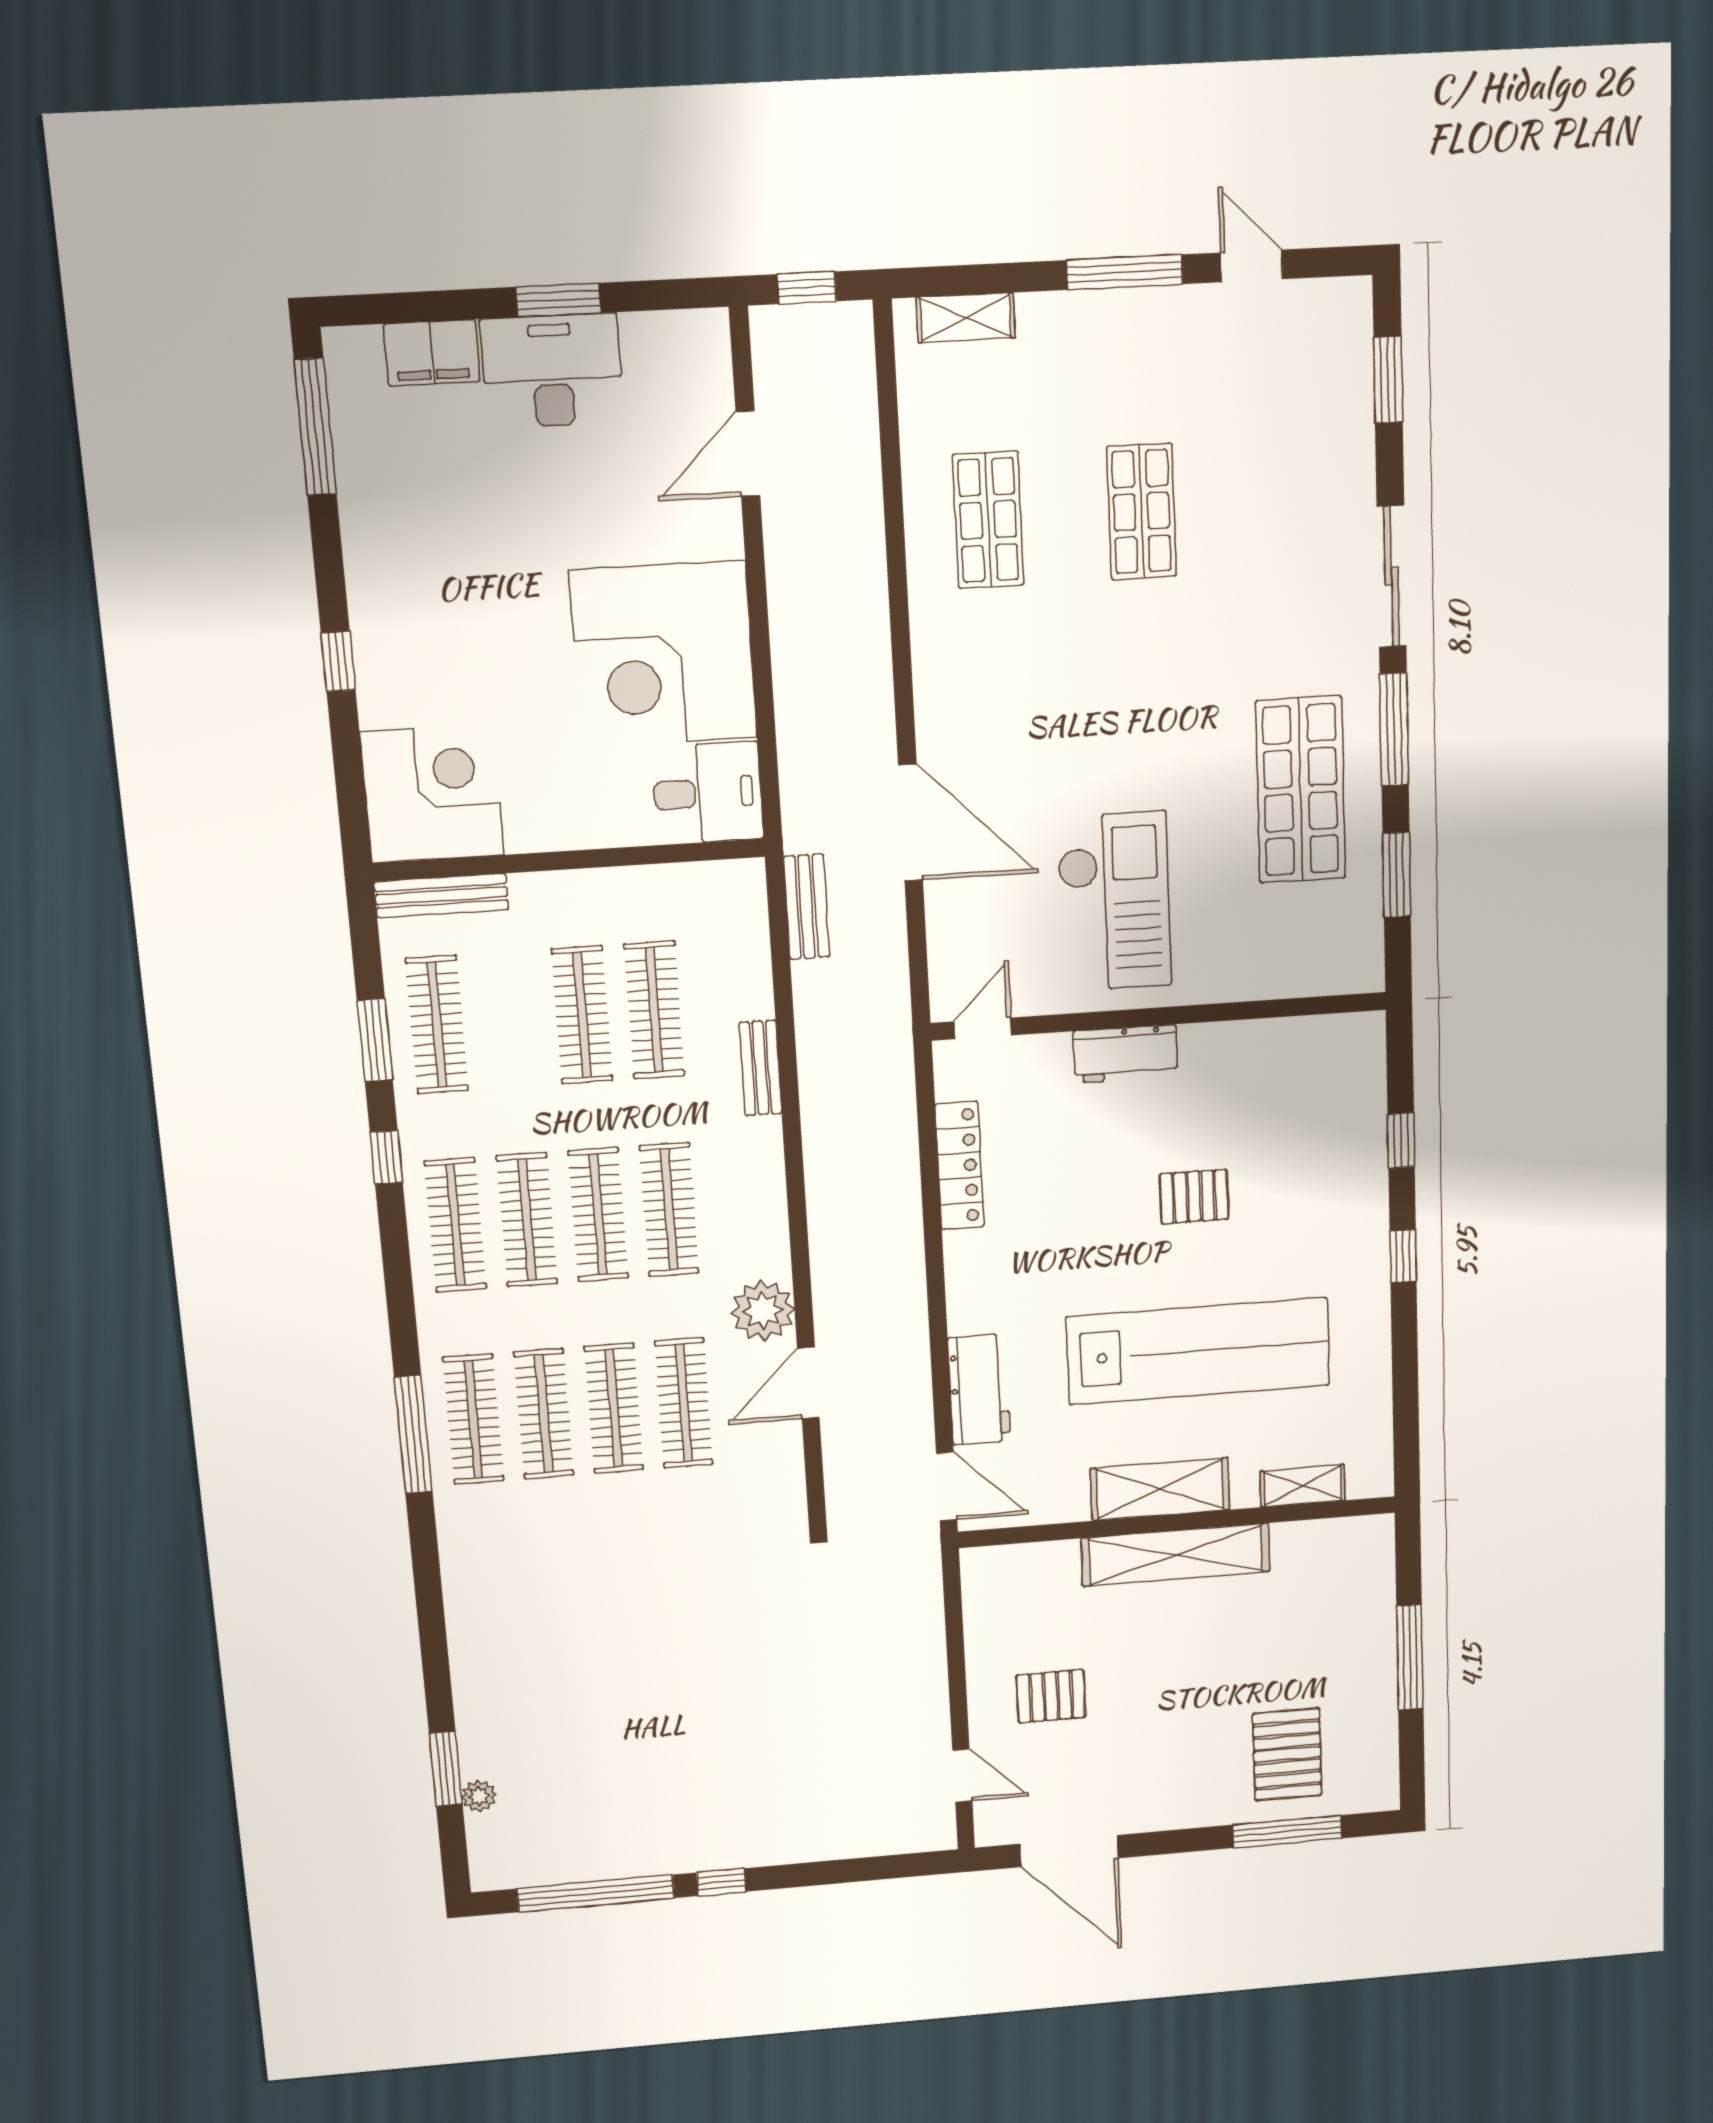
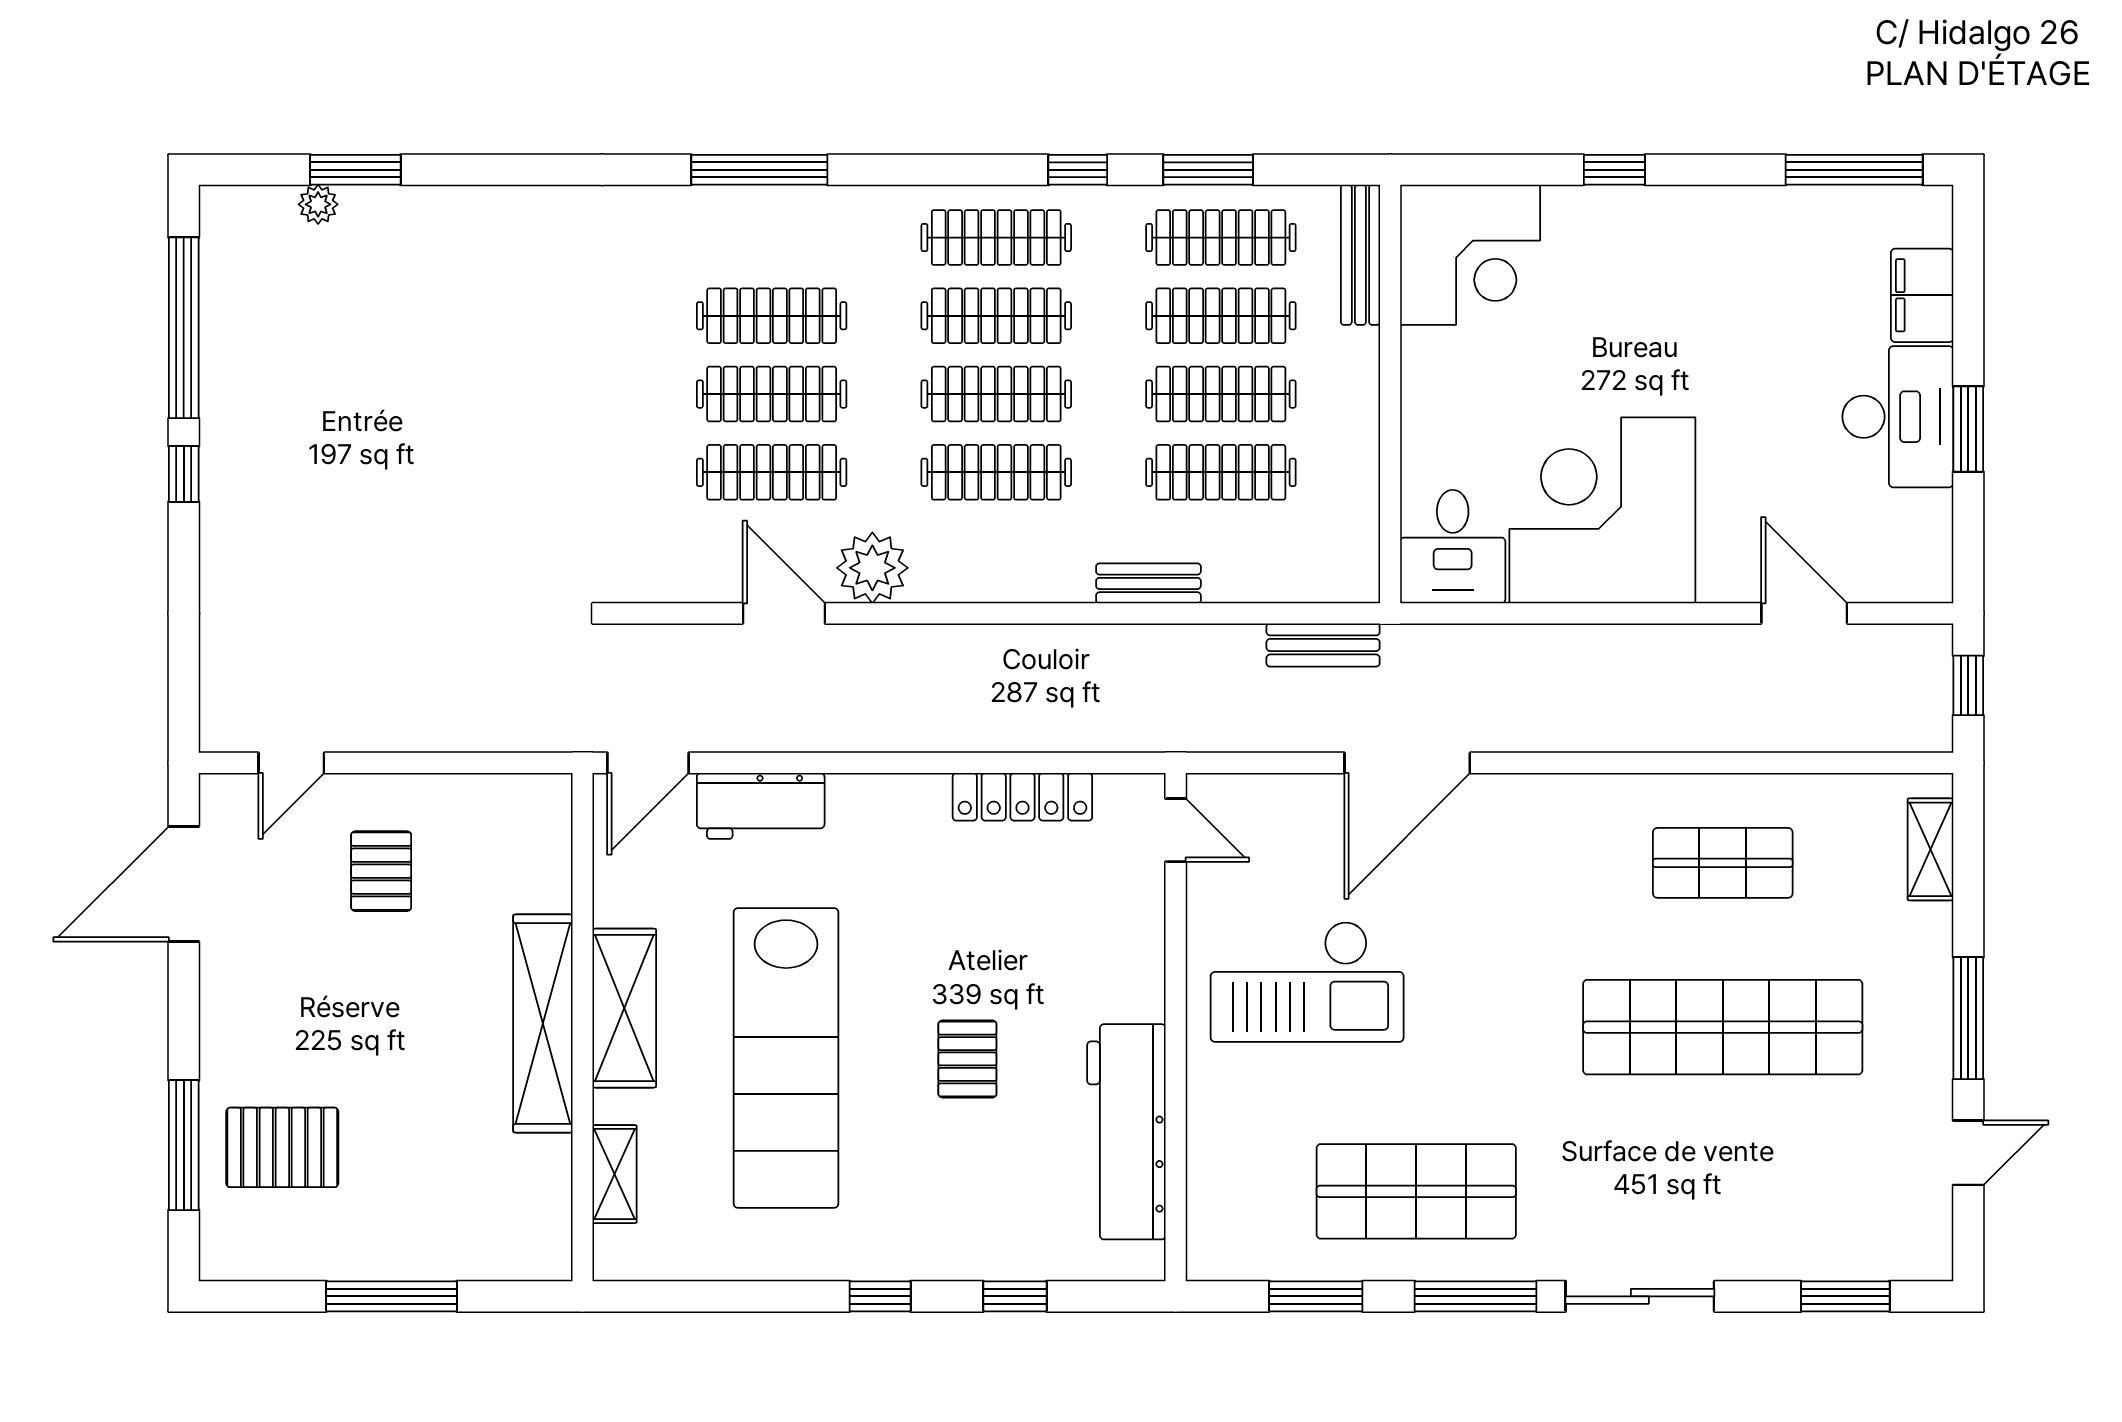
shop shelf: (1142, 512) -> (1723, 1027), width x2.00, depth x1.36
workbench: (1126, 1054) -> (1126, 1132), moved, width x1.87, depth x1.32
clothes rail: (473, 1419) -> (1221, 316), moved

